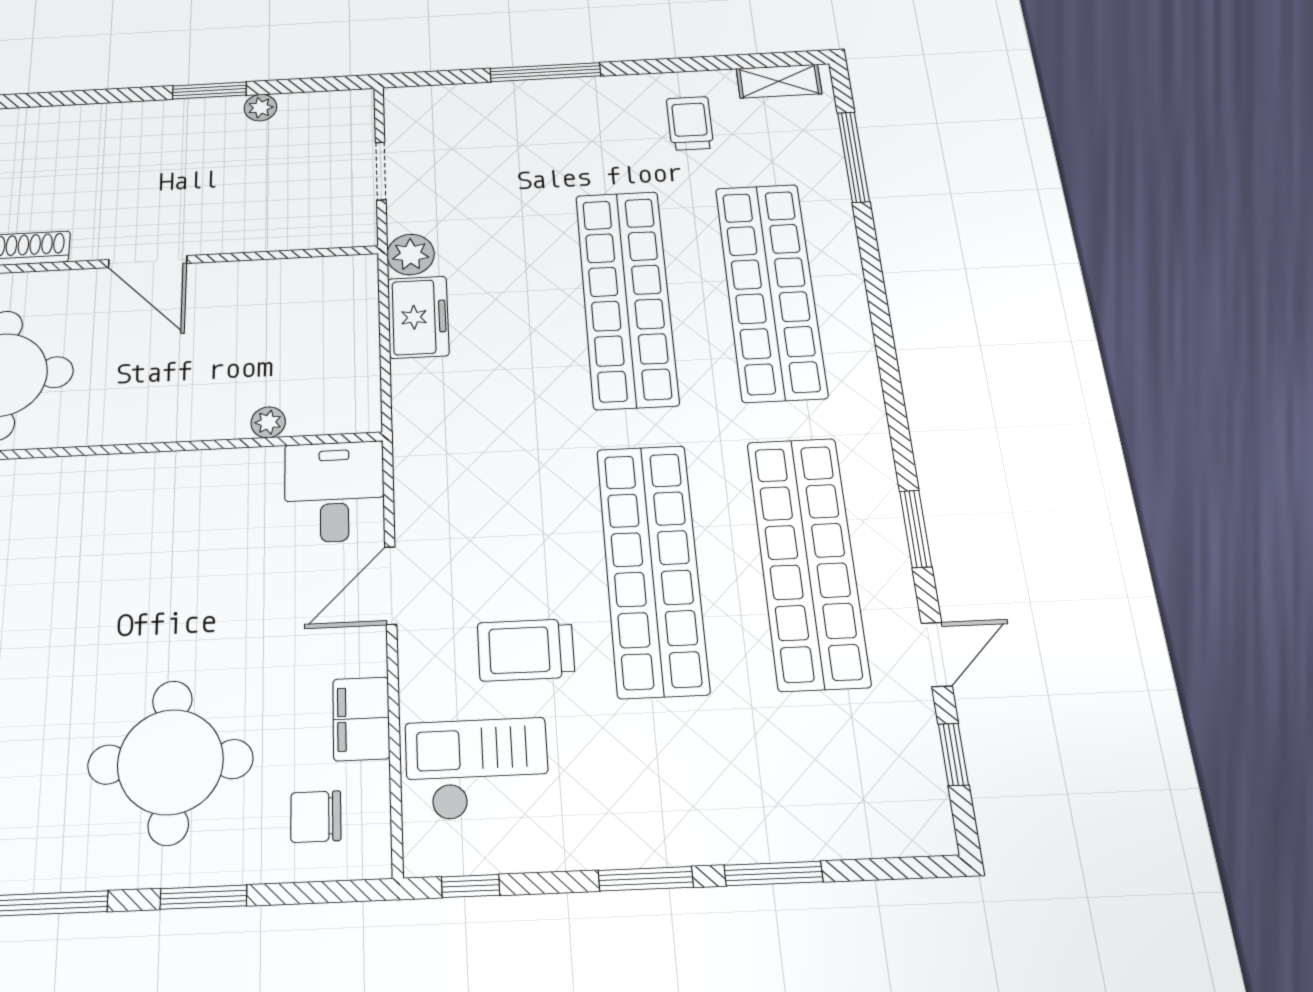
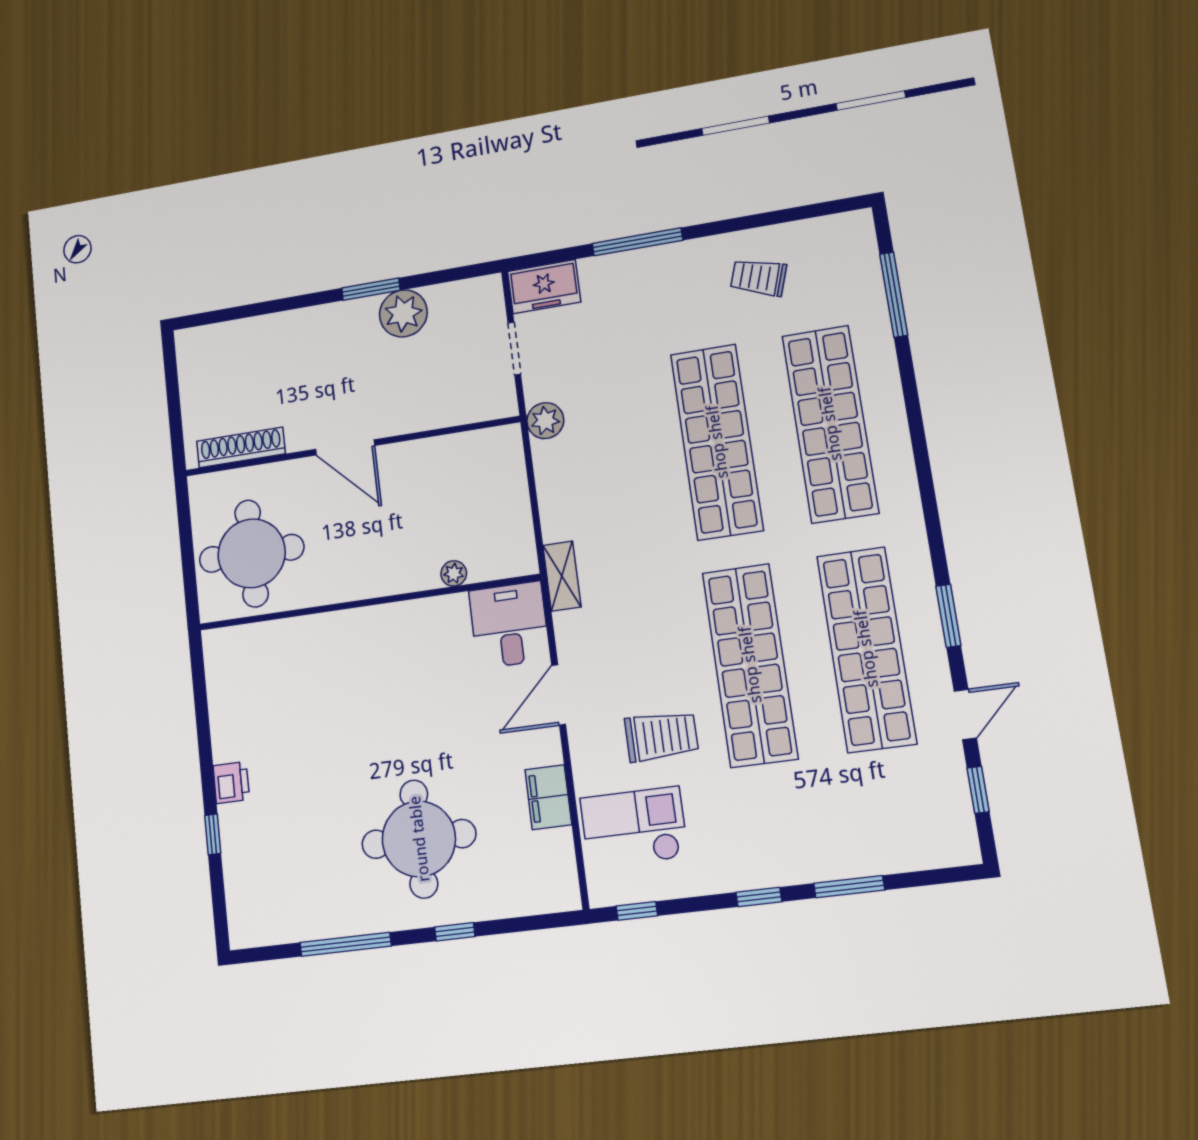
shelving: (779, 81) -> (562, 576), moved, turned 90
plant: (260, 108) -> (403, 313), width x1.87, depth x1.87
trolley: (690, 123) -> (758, 277), turned -72
freezer: (418, 317) -> (544, 287), moved, turned 90
trolley: (526, 650) -> (661, 736), turned 180
chair: (316, 817) -> (525, 870), removed
window: (646, 879) -> (759, 897), width x0.67
window: (203, 897) -> (455, 932), width x0.67

